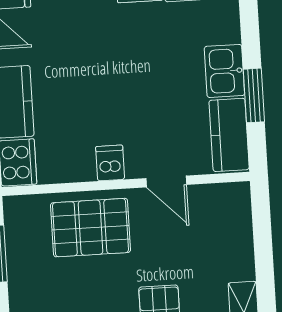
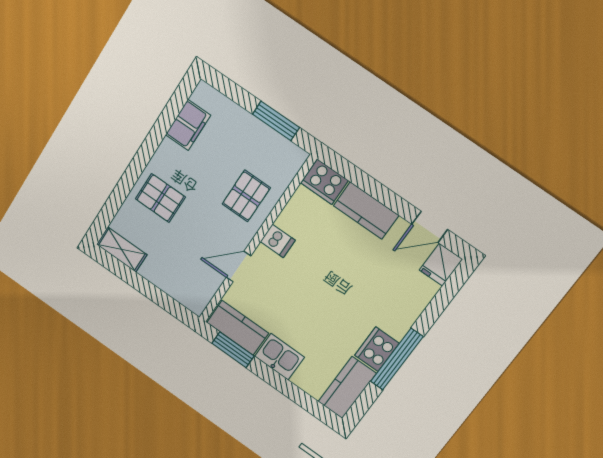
window: (254, 95) -> (233, 350), moved
pallet: (91, 228) -> (246, 196), width x0.67, depth x0.71

